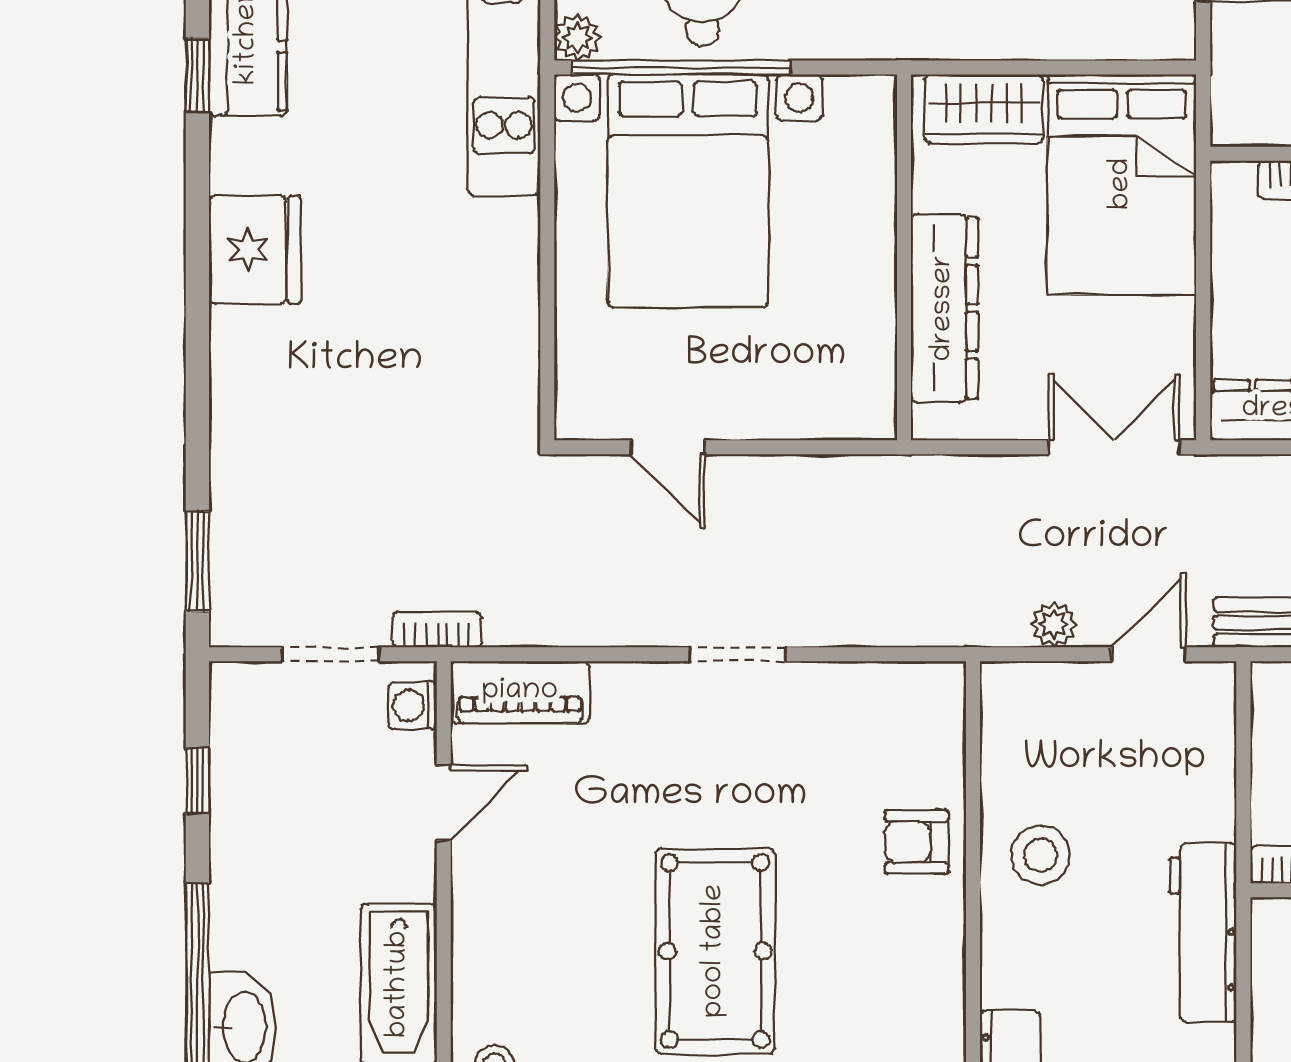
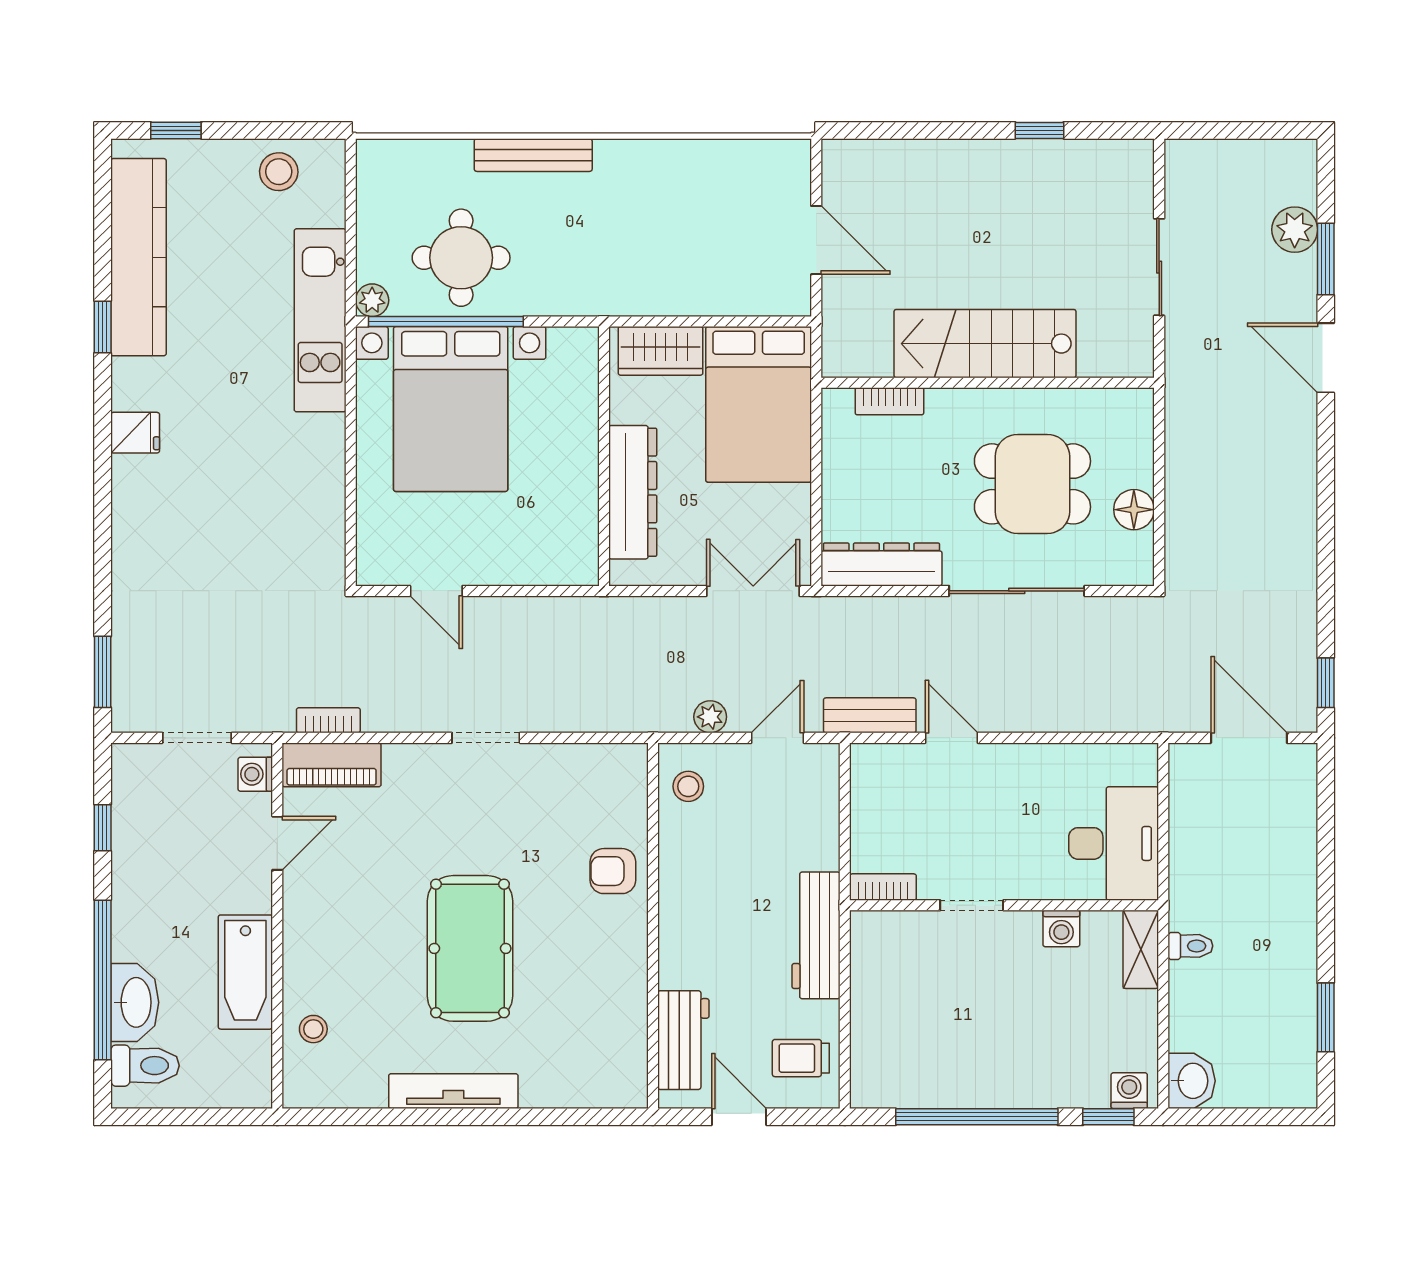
fridge: (255, 250) -> (135, 433), width x0.53, depth x0.75
bookcase: (437, 630) -> (328, 720), moved
stool: (1040, 855) -> (688, 786), moved, width x0.73, depth x0.73

